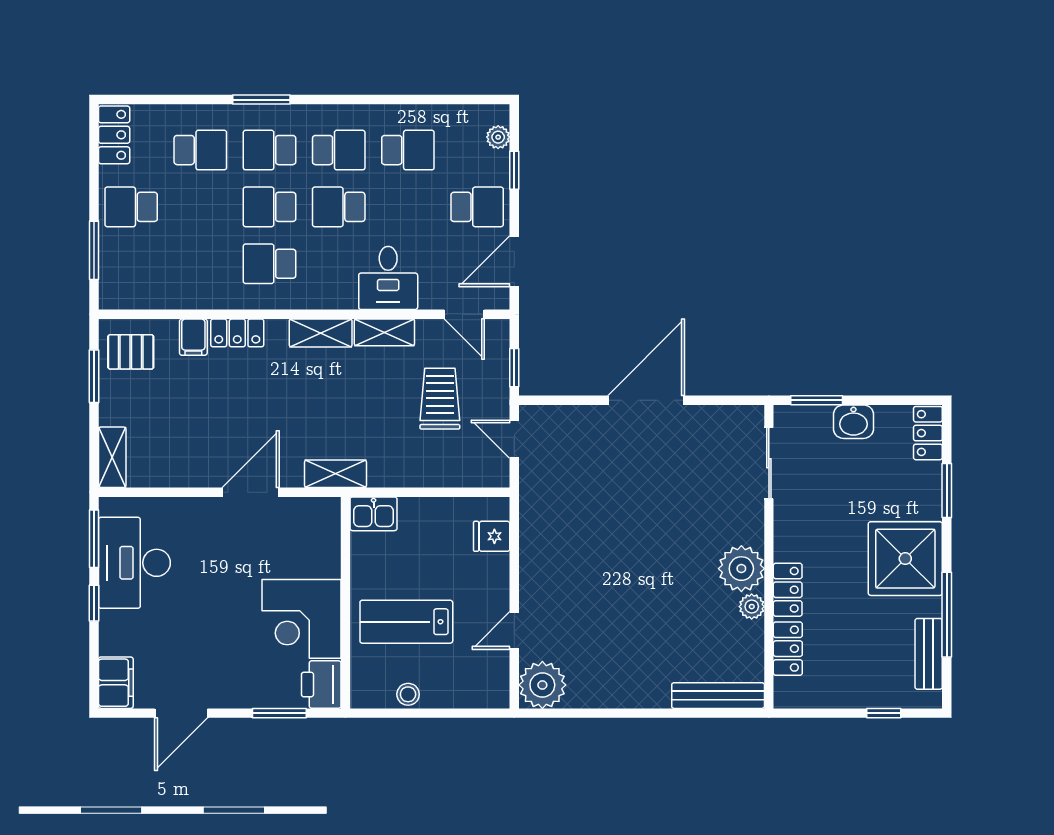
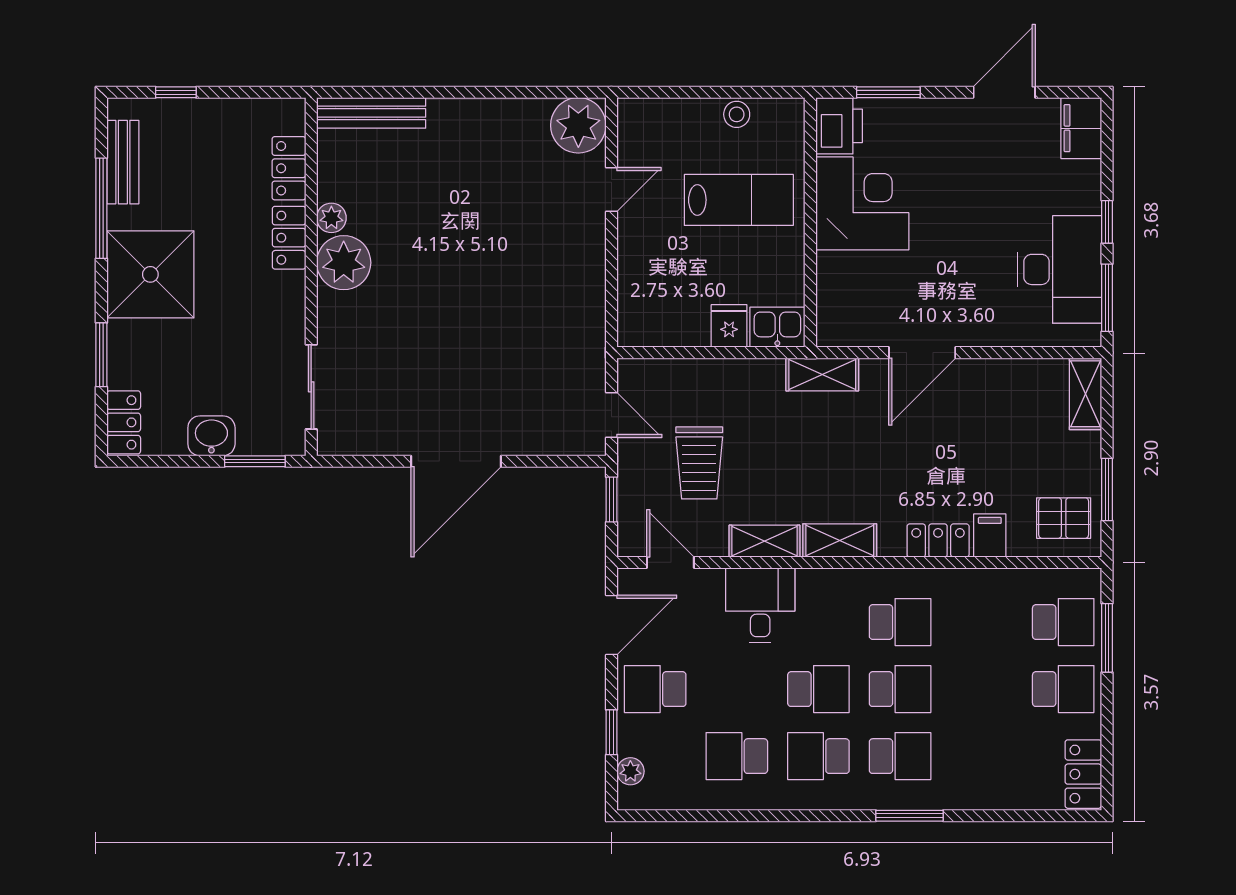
school desk: (200, 150) -> (1063, 622), moved, turned 180
fridge: (492, 536) -> (729, 326), moved, turned -90

